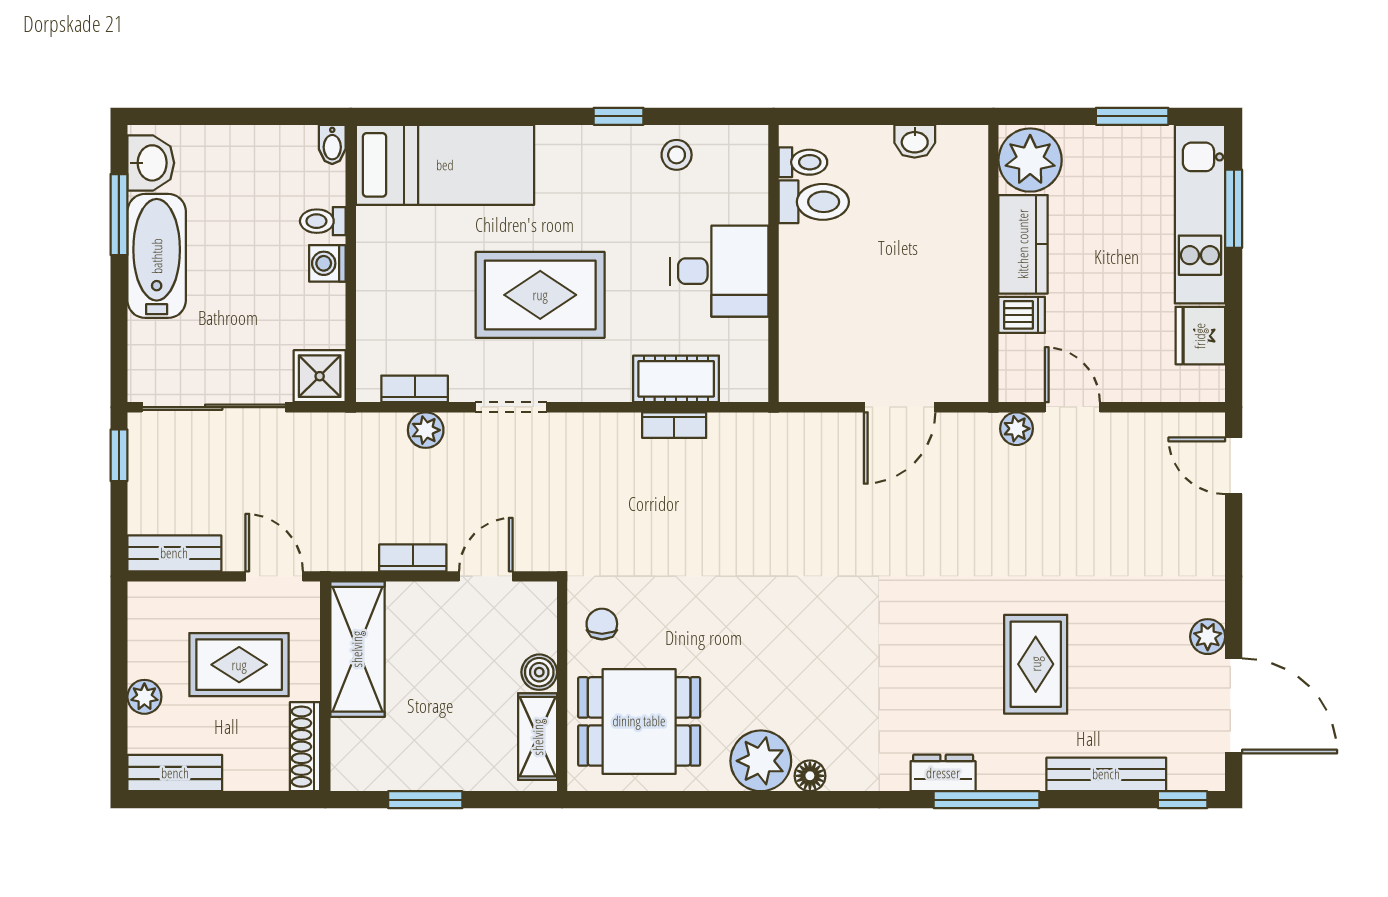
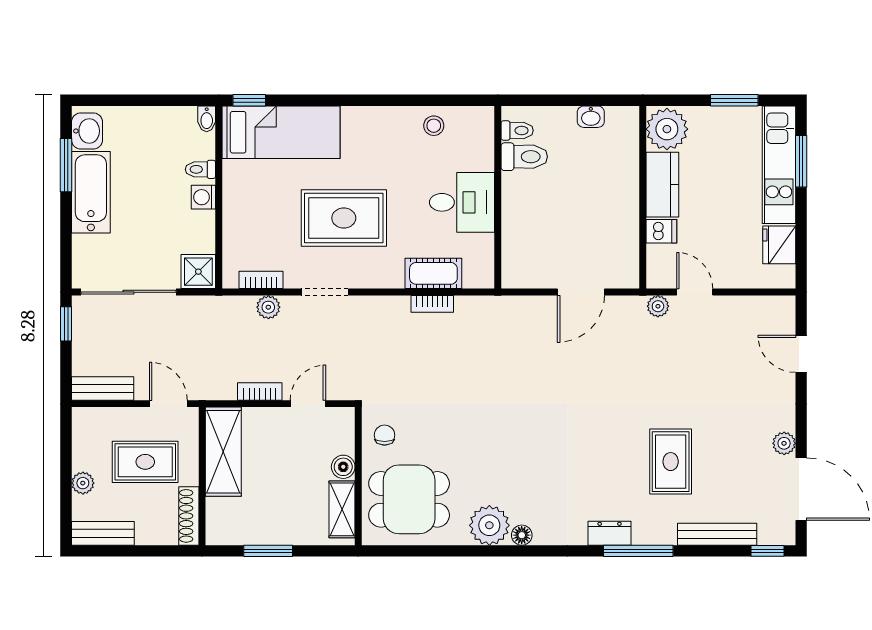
window: (619, 116) -> (249, 100), moved
door: (1234, 466) -> (801, 354), moved

